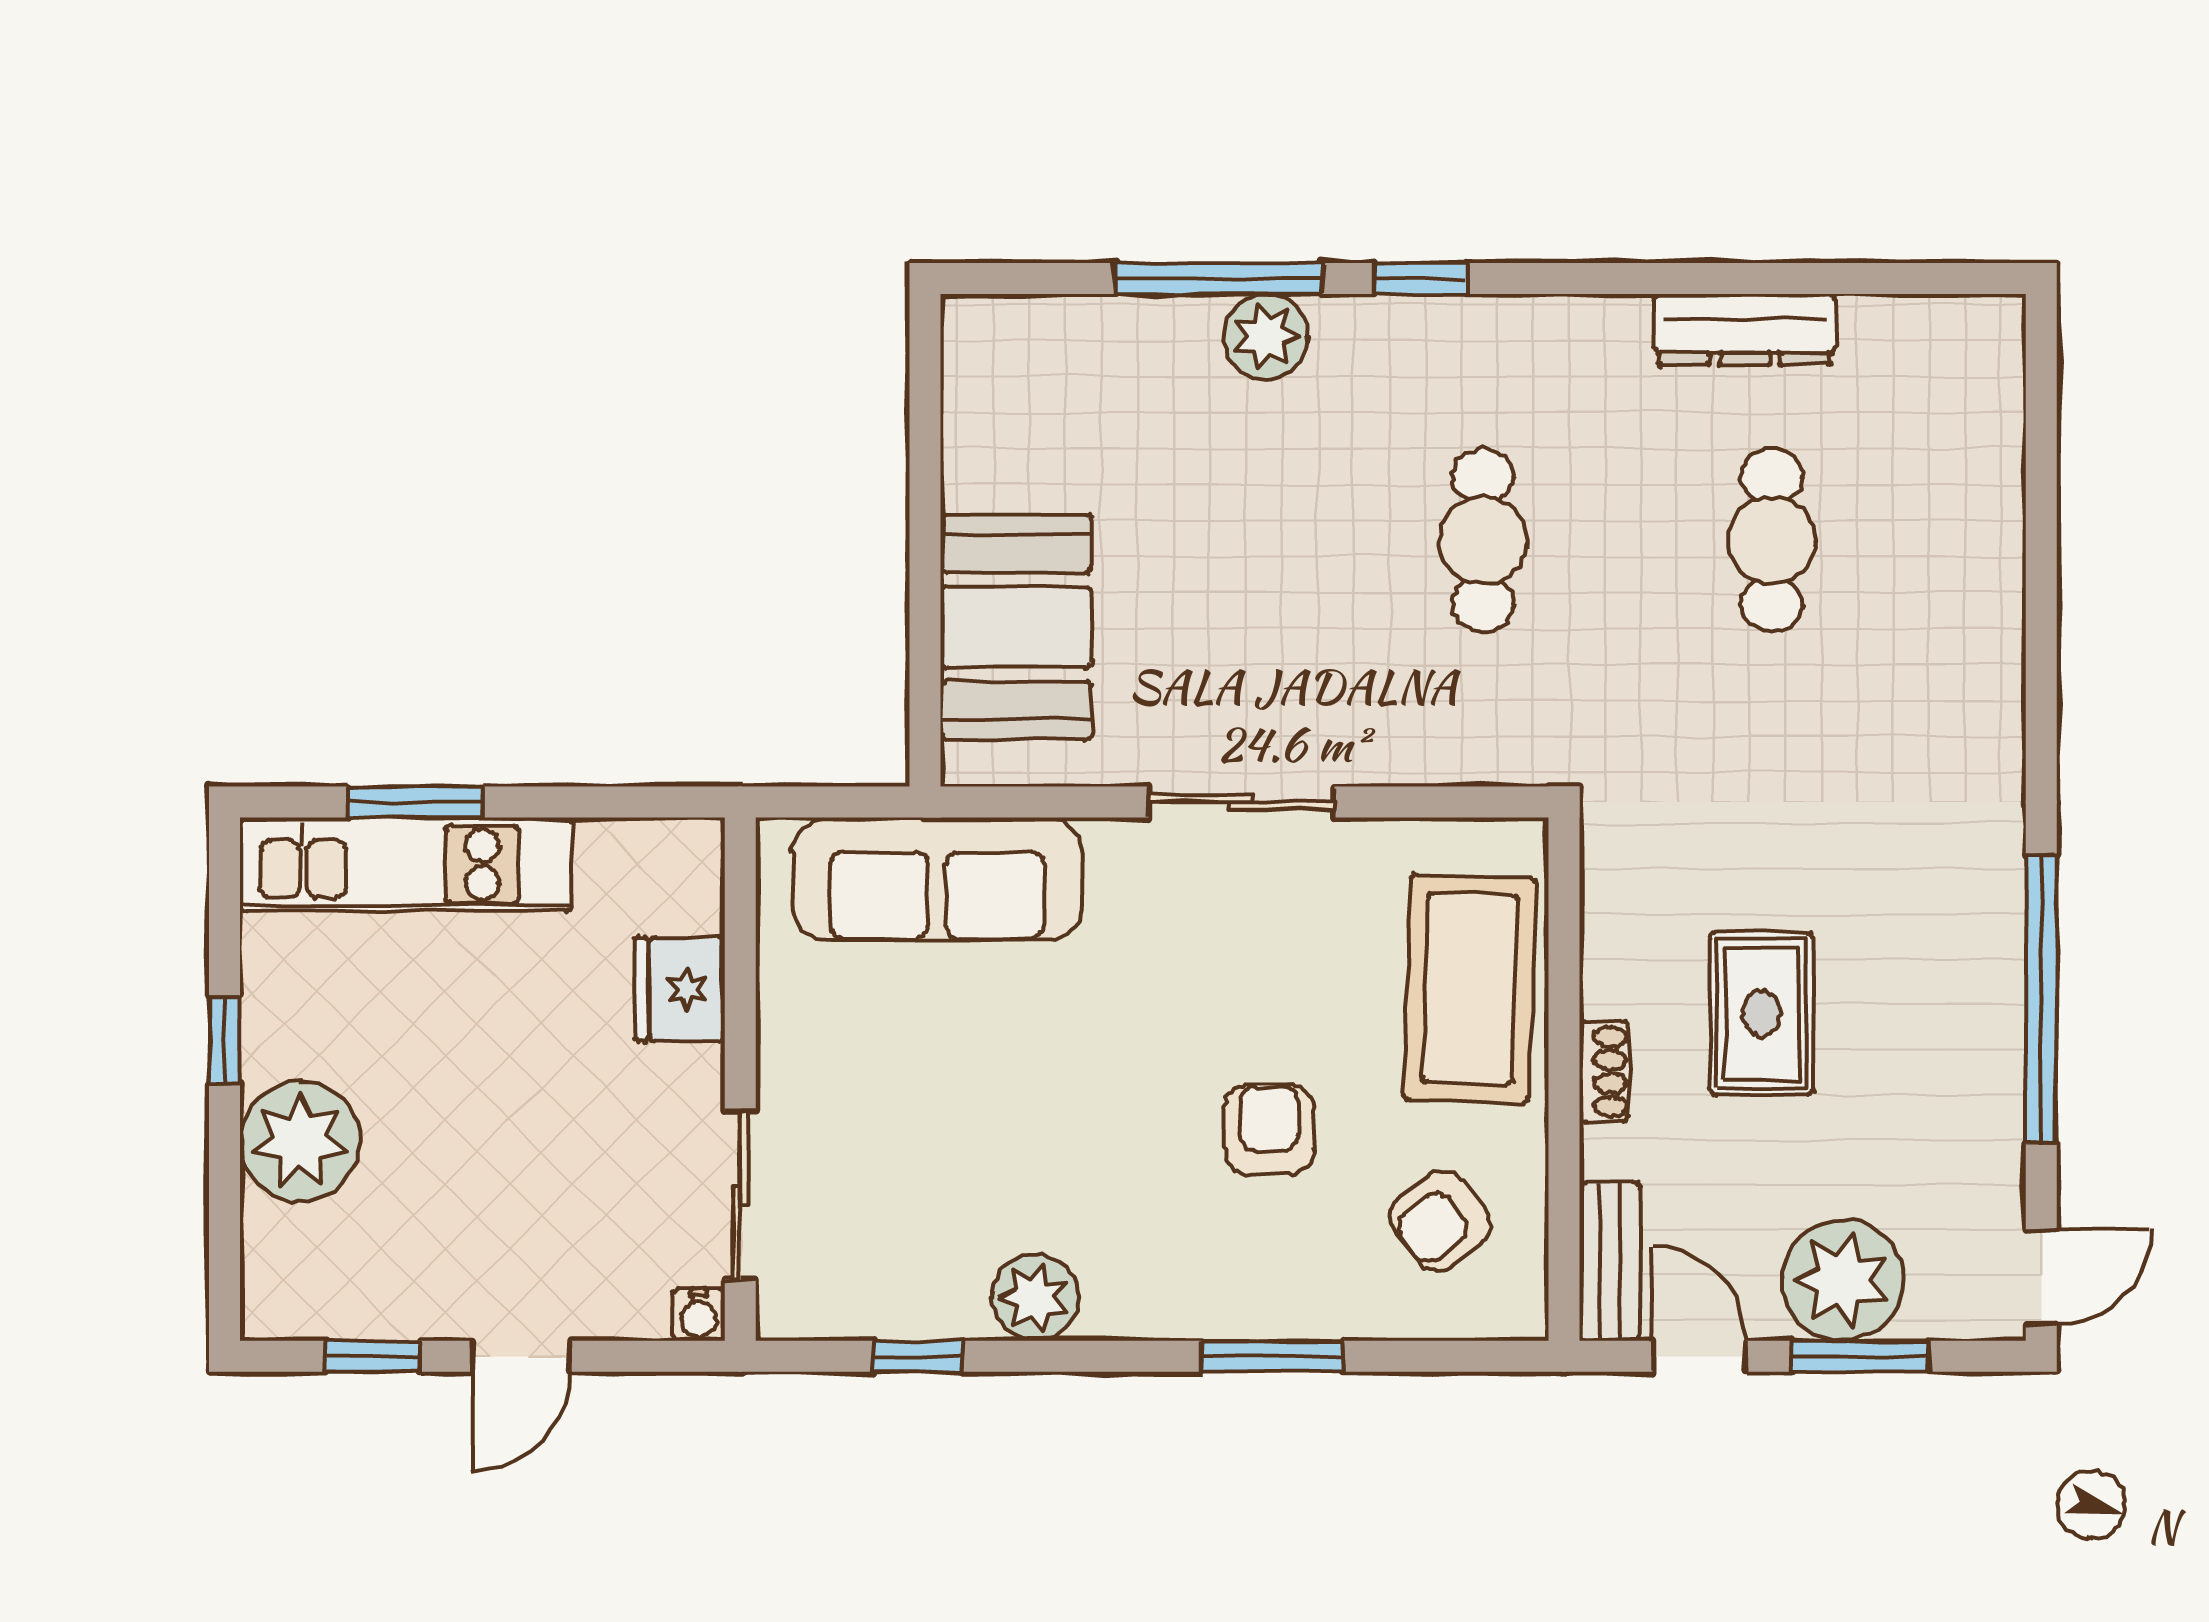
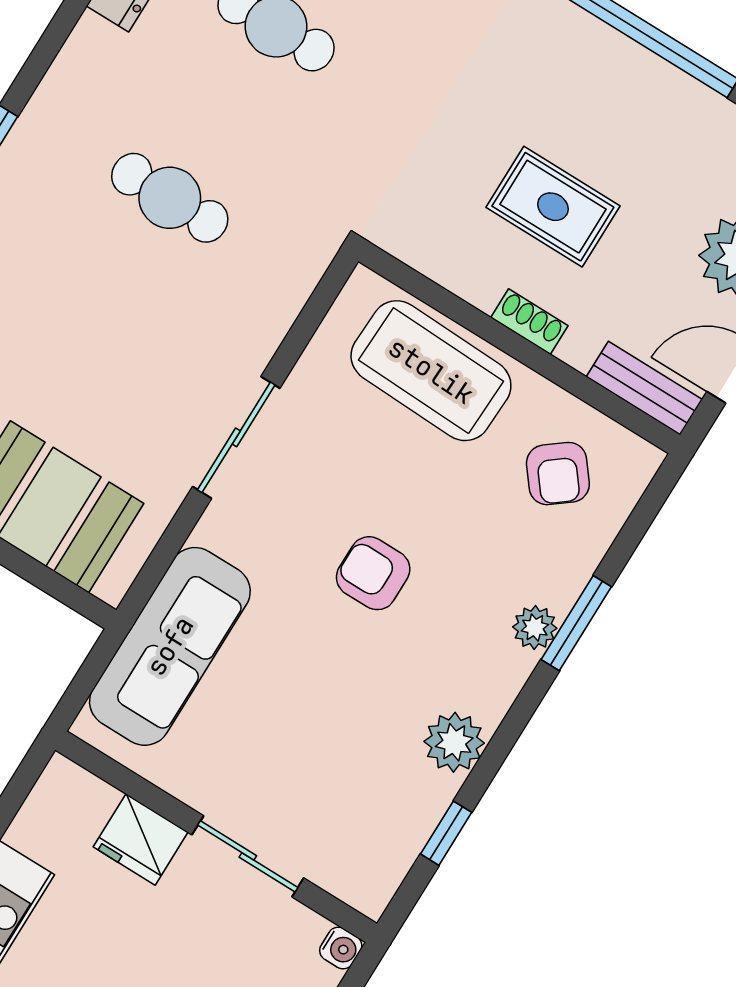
armchair: (1269, 1129) -> (373, 573), moved
sliding door: (740, 1195) -> (248, 856), moved
plant: (1235, 1309) -> (535, 628), added

